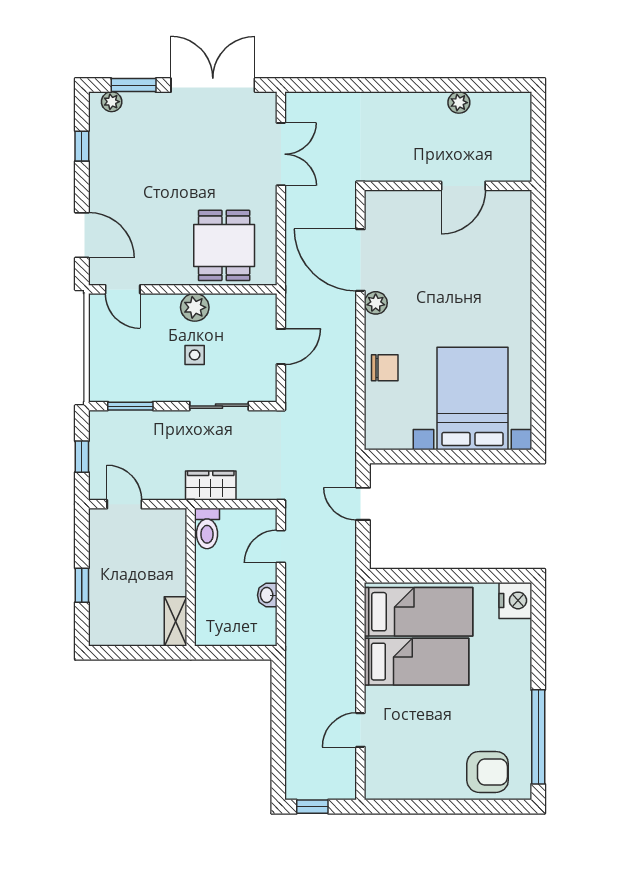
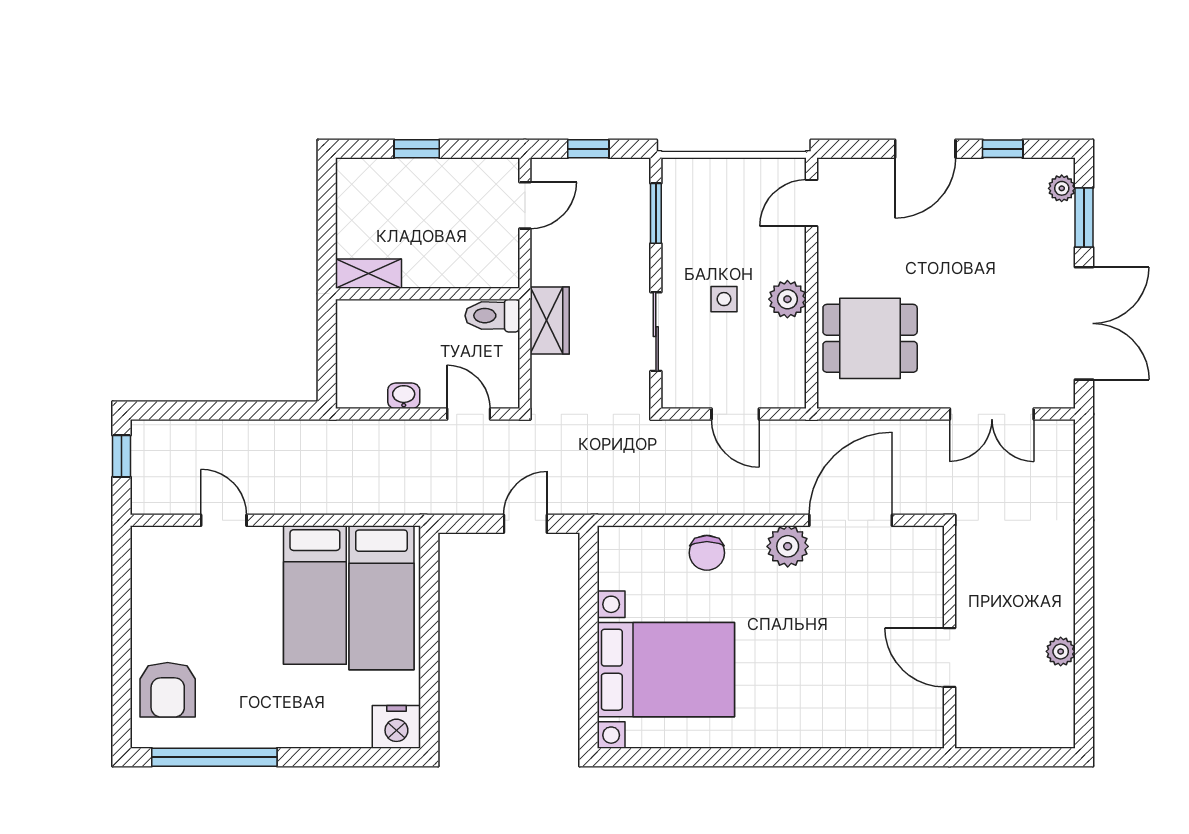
door: (82, 235) -> (925, 149), moved
plant: (376, 303) -> (788, 546), width x1.38, depth x1.38

